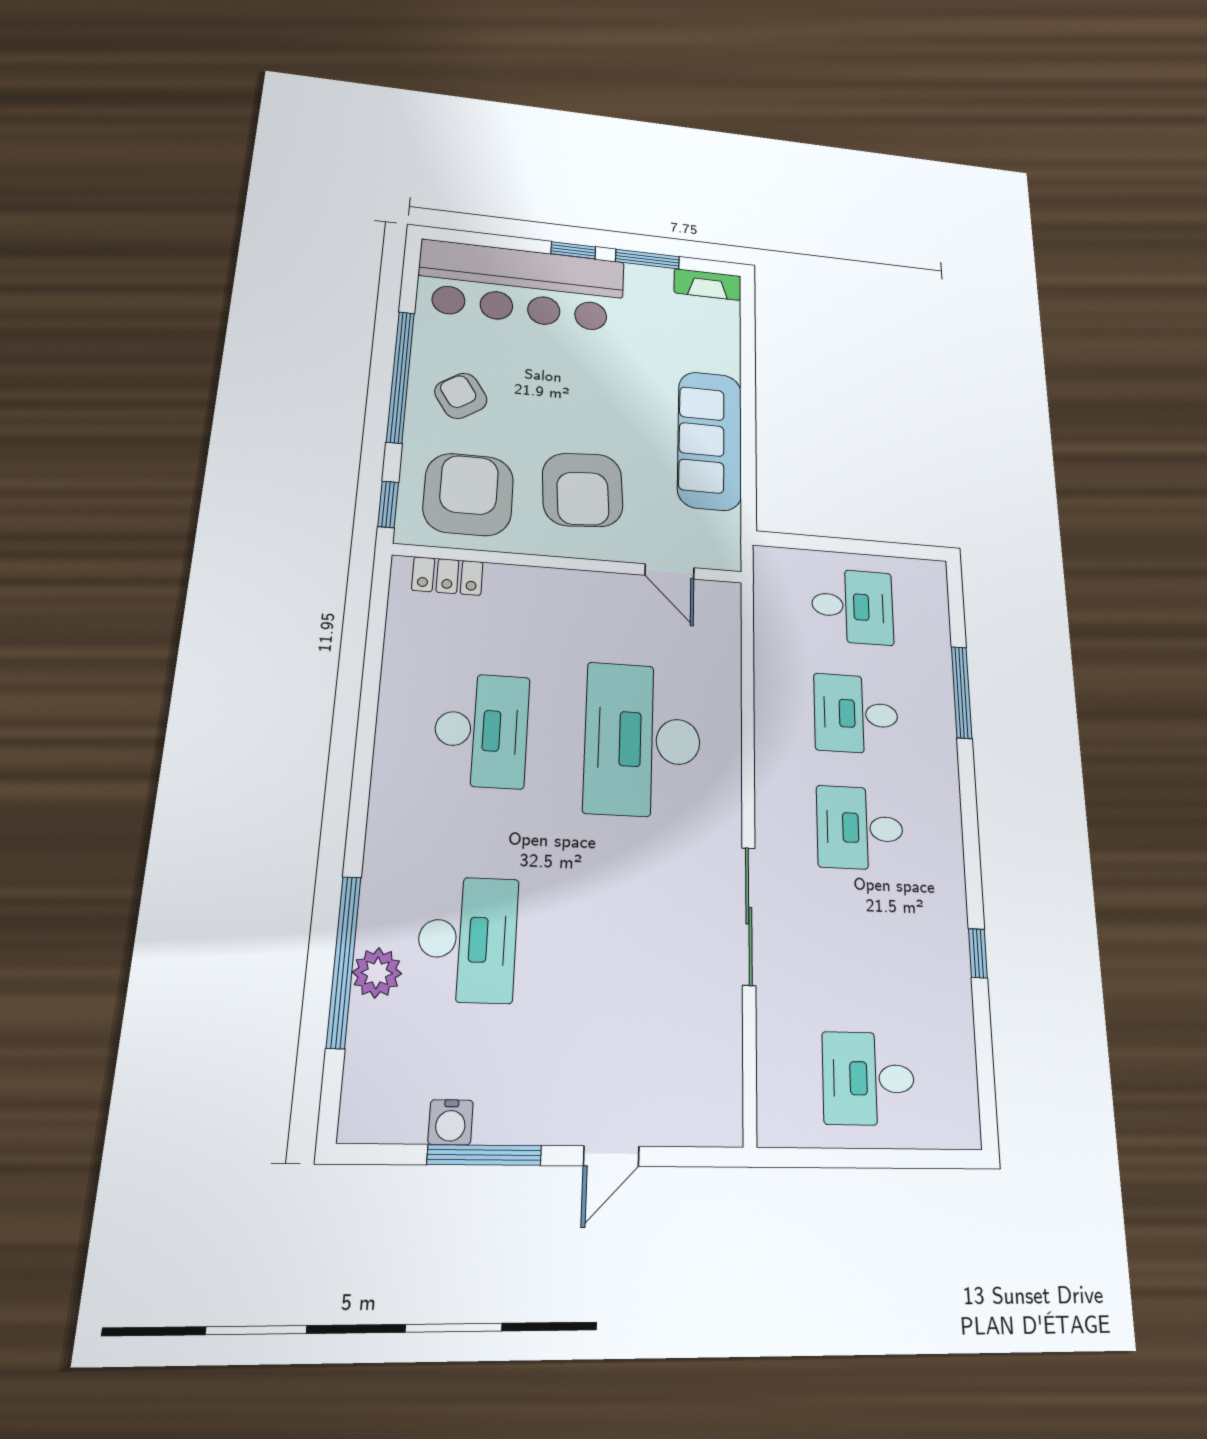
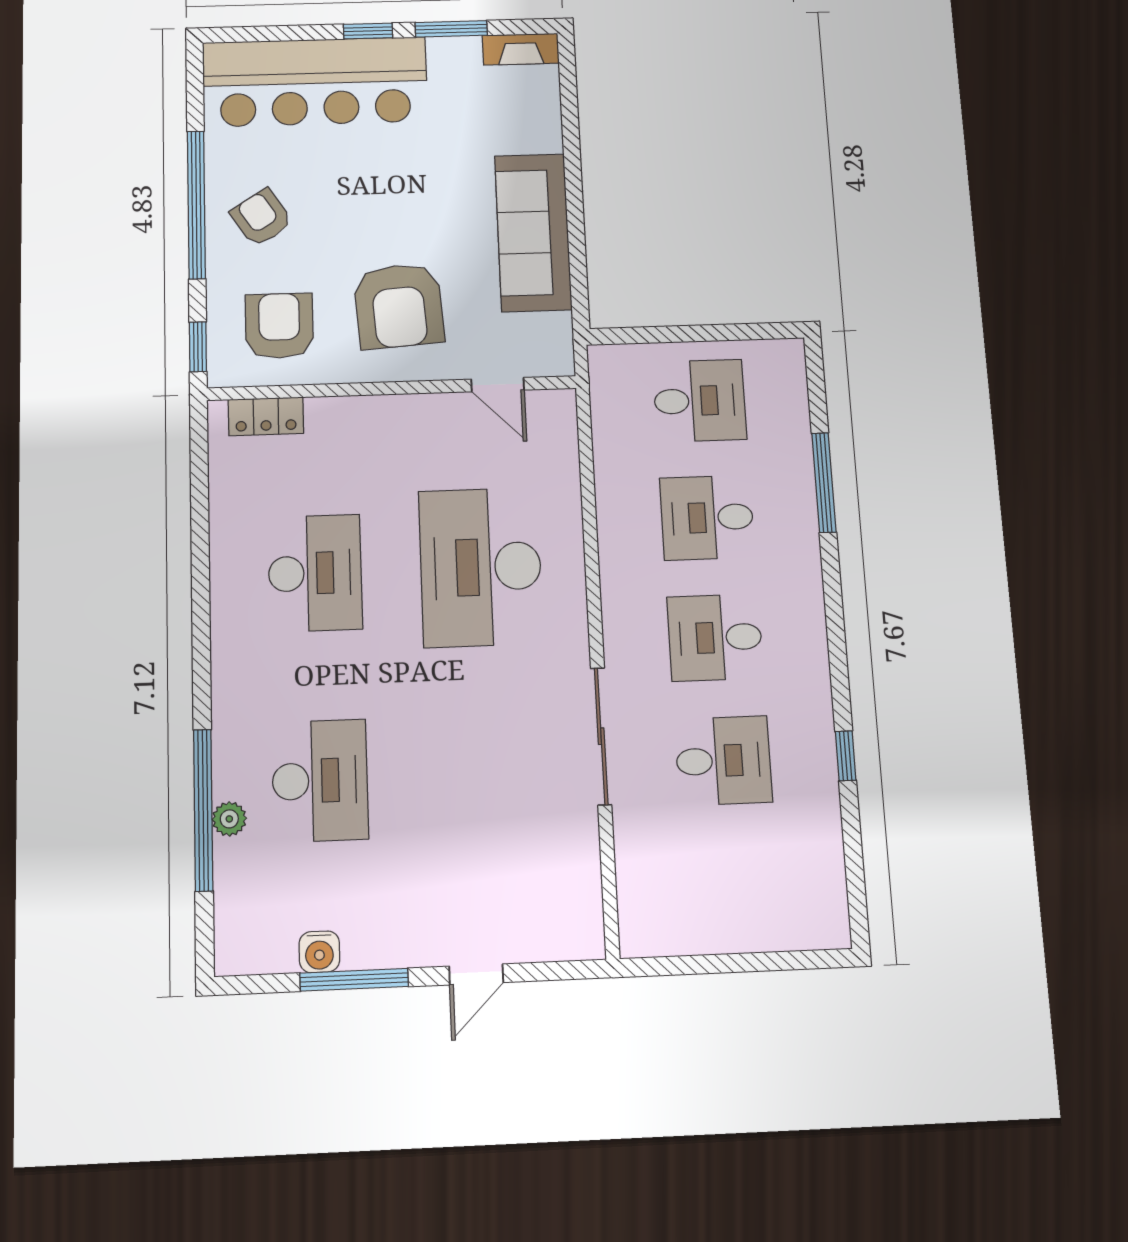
armchair: (468, 494) -> (279, 326), width x0.73, depth x0.73
plant: (377, 973) -> (229, 819), width x0.73, depth x0.73
desk: (868, 1078) -> (723, 761), moved, turned 180

